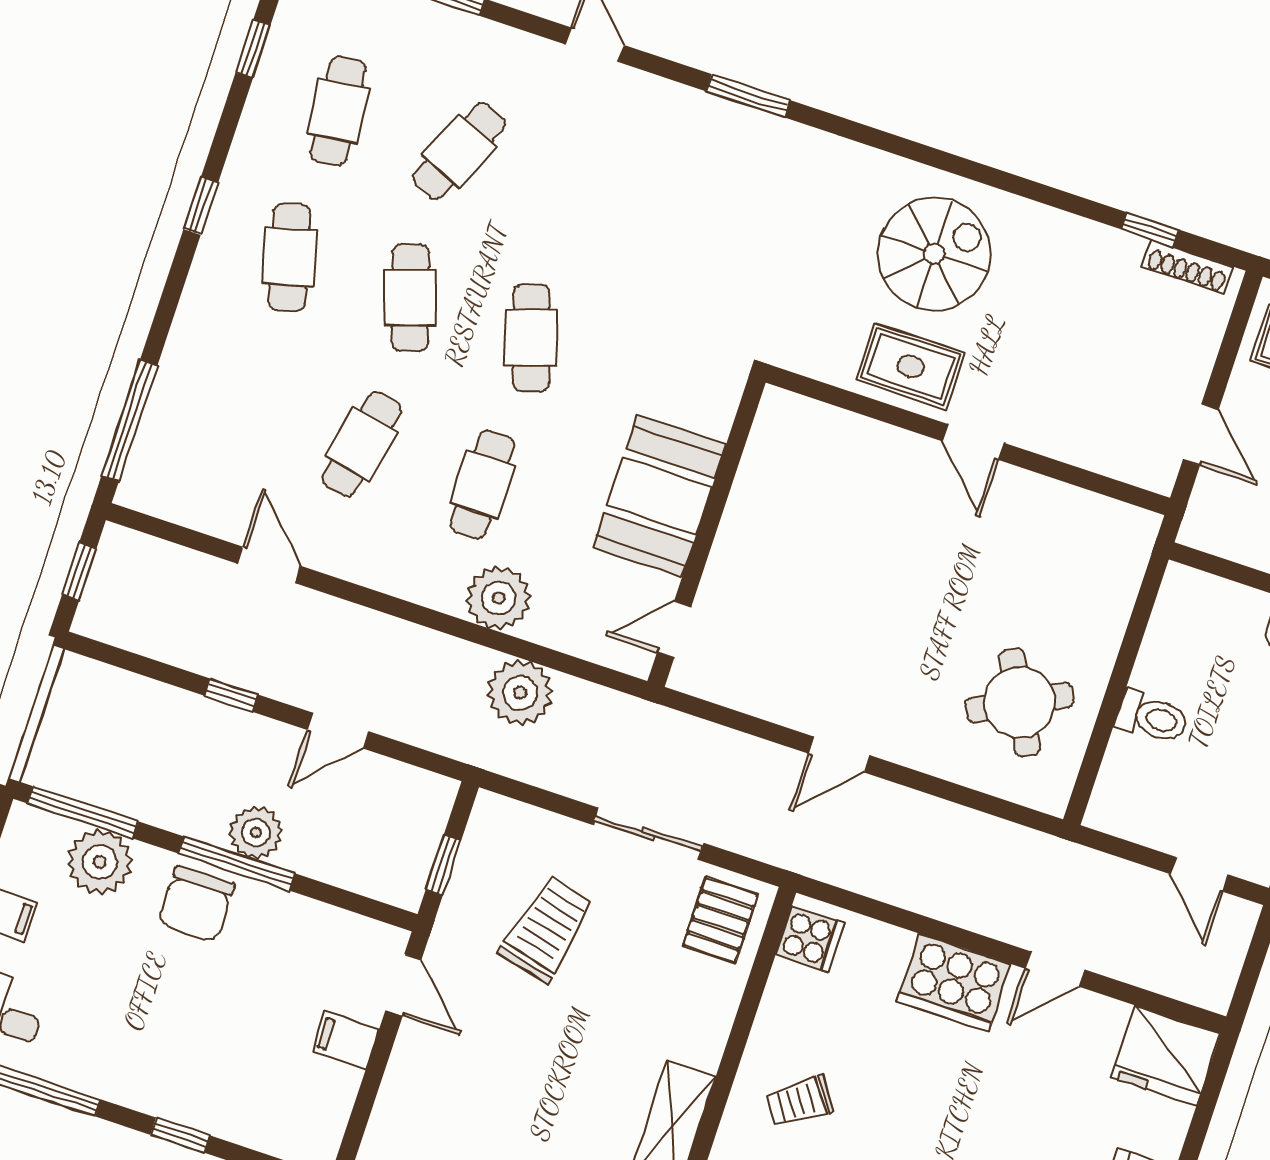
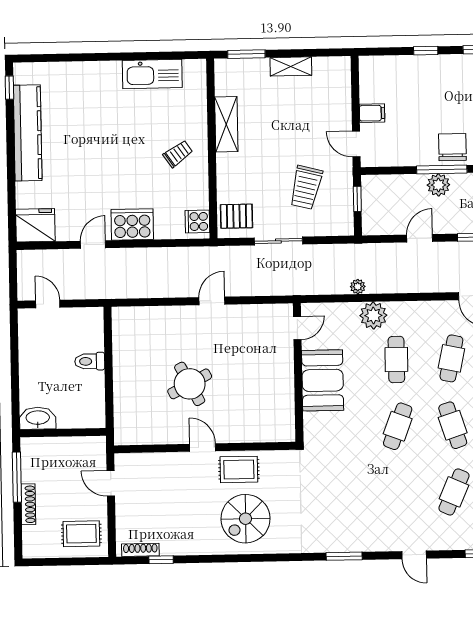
cafe table: (531, 338) -> (398, 426), turned 39
plant: (520, 693) -> (358, 287), width x0.53, depth x0.53
round table: (1020, 702) -> (190, 384), moved
pallet: (720, 920) -> (236, 216), turned 90

